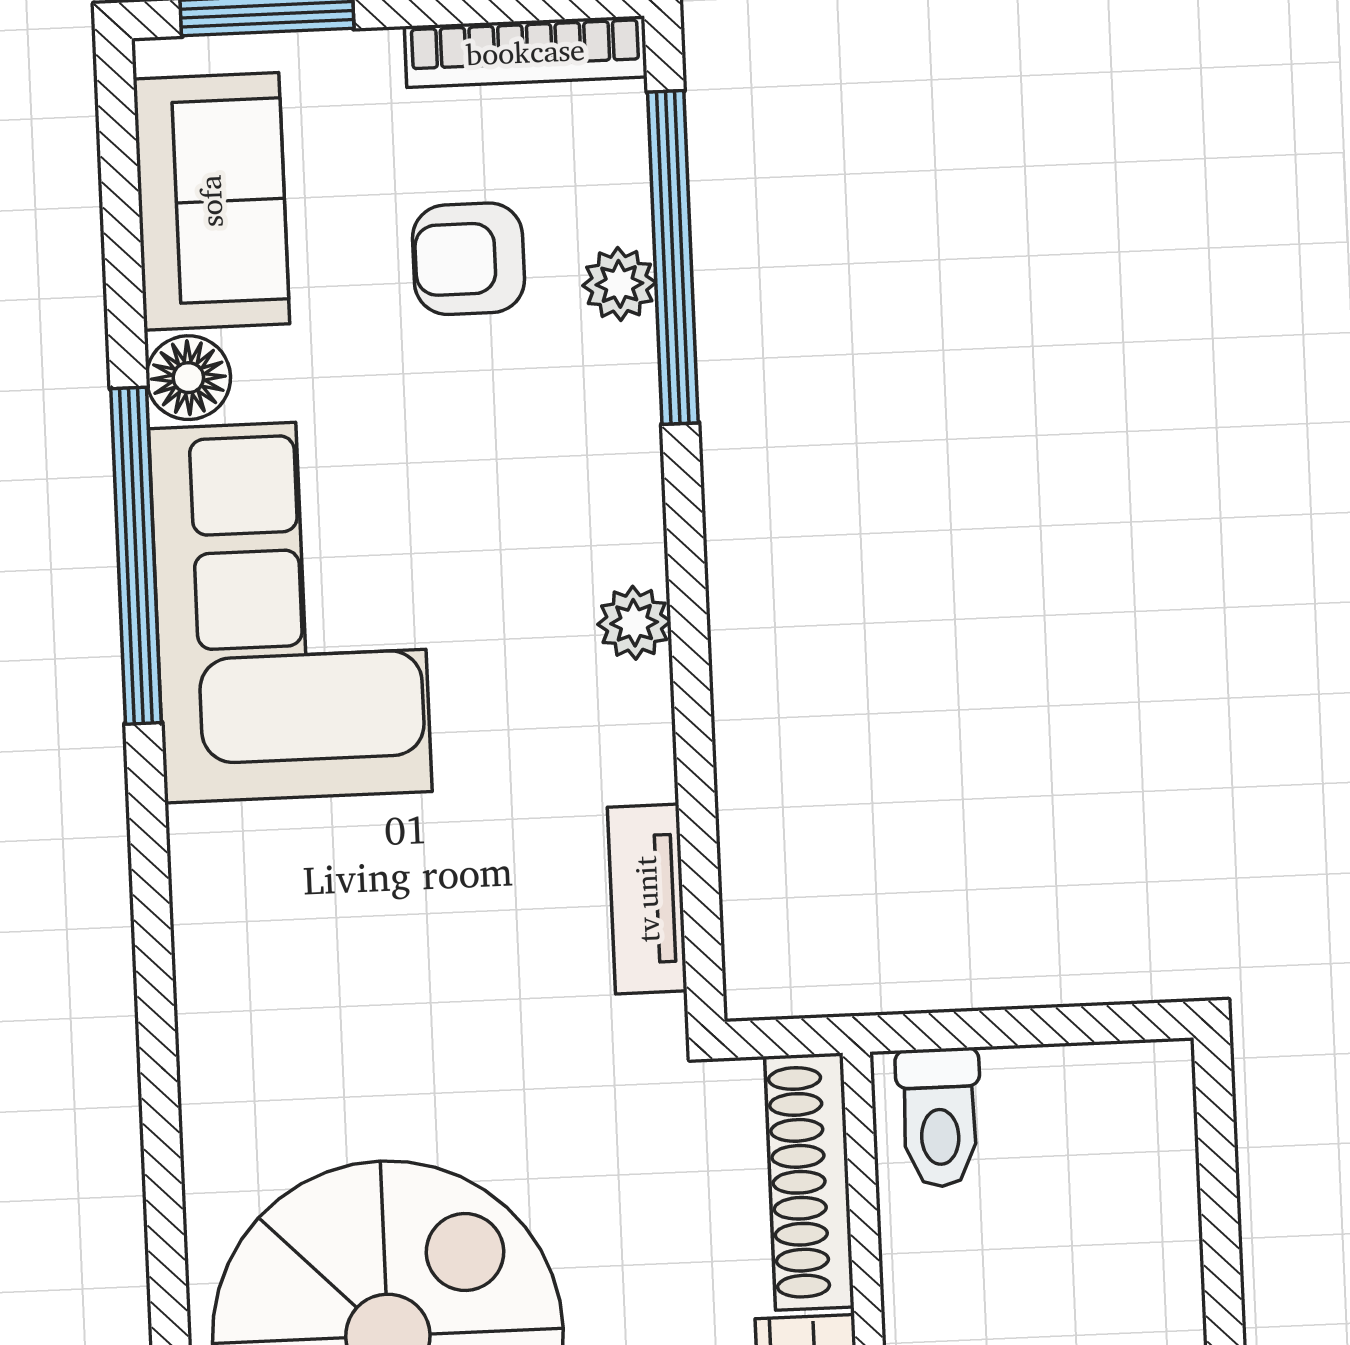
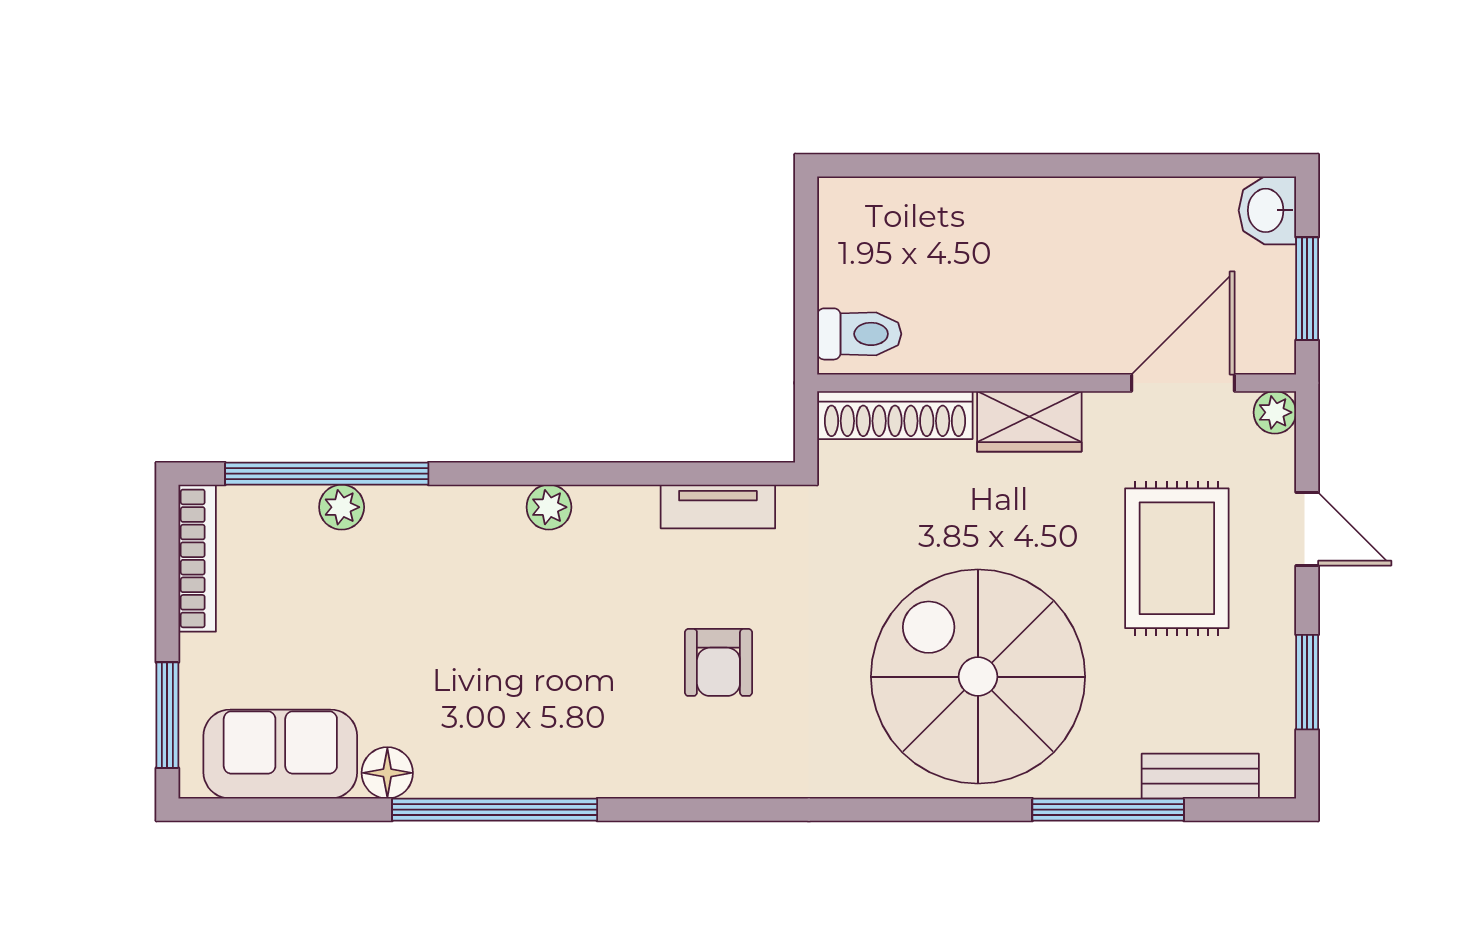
armchair: (468, 259) -> (718, 662), moved
corner sofa: (290, 610) -> (532, 717), removed

